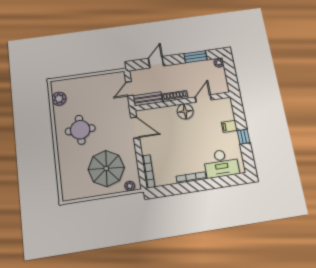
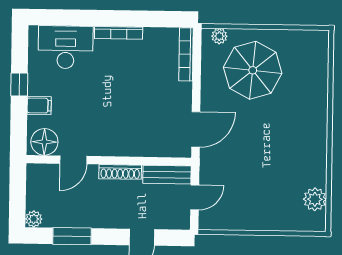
floor lamp: (185, 111) -> (44, 142), moved
door: (135, 127) -> (196, 129), swing flipped
round table: (80, 130) -> (286, 141), removed

